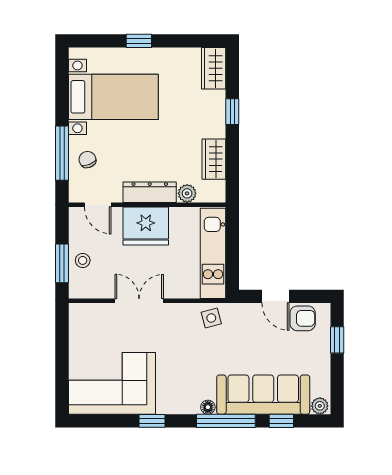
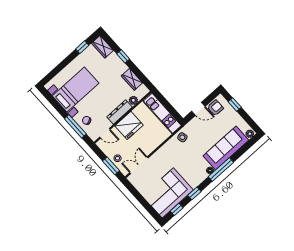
window: (139, 41) -> (82, 47), moved
double door: (139, 301) -> (139, 165), moved
window: (281, 421) -> (177, 209), moved

